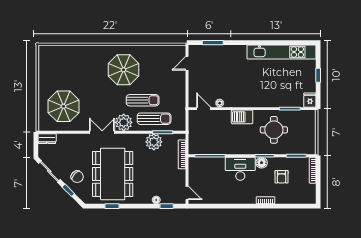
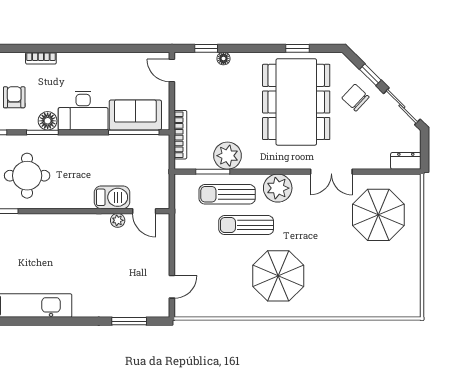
barbecue: (242, 117) -> (112, 197), moved
double door: (102, 132) -> (331, 172), moved
sofa: (209, 166) -> (135, 115), added

